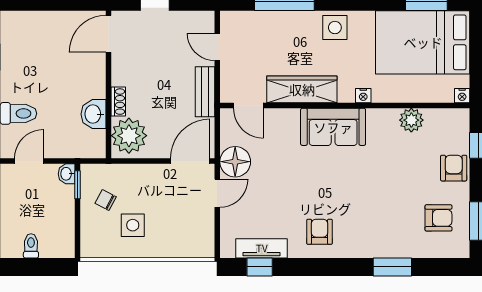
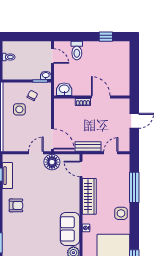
door: (109, 34) -> (101, 97), moved
door: (248, 105) -> (81, 169), hinge flipped
washbasin: (94, 114) -> (64, 89), moved
sofa: (333, 127) -> (70, 229), moved
plant: (129, 136) -> (65, 107), removed
door: (217, 193) -> (36, 153), swing flipped

